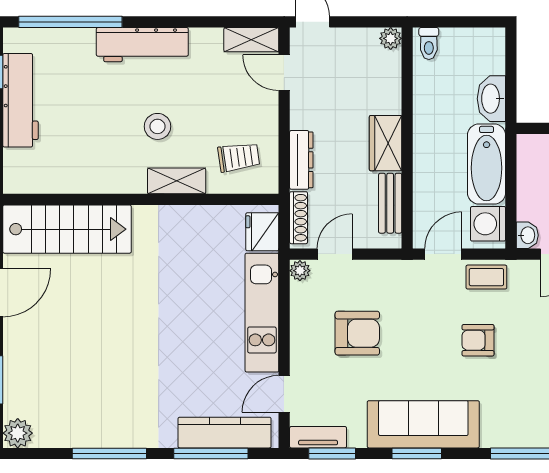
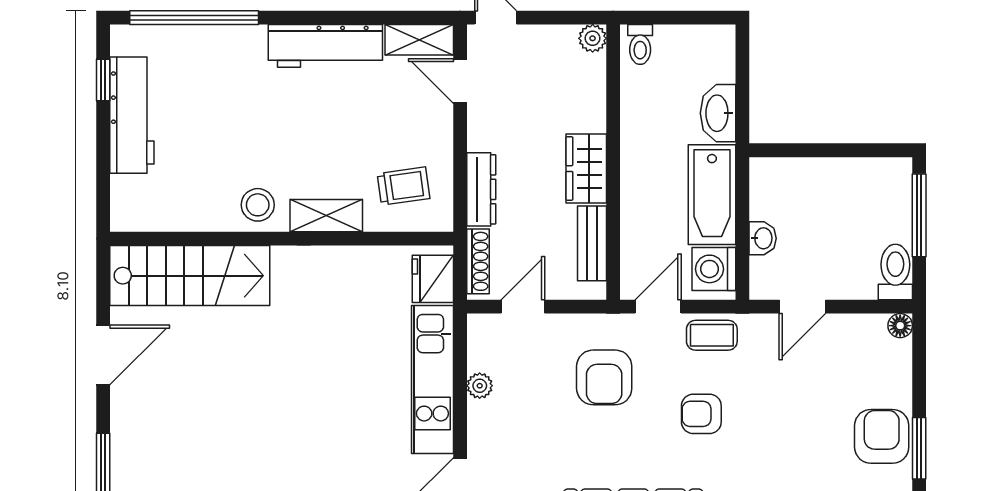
workbench: (142, 45) -> (325, 46), moved
stool: (158, 126) -> (258, 205), moved
washbasin: (527, 235) -> (763, 238), moved
plant: (300, 271) -> (480, 386), moved
armchair: (357, 333) -> (604, 377), moved, turned 90

